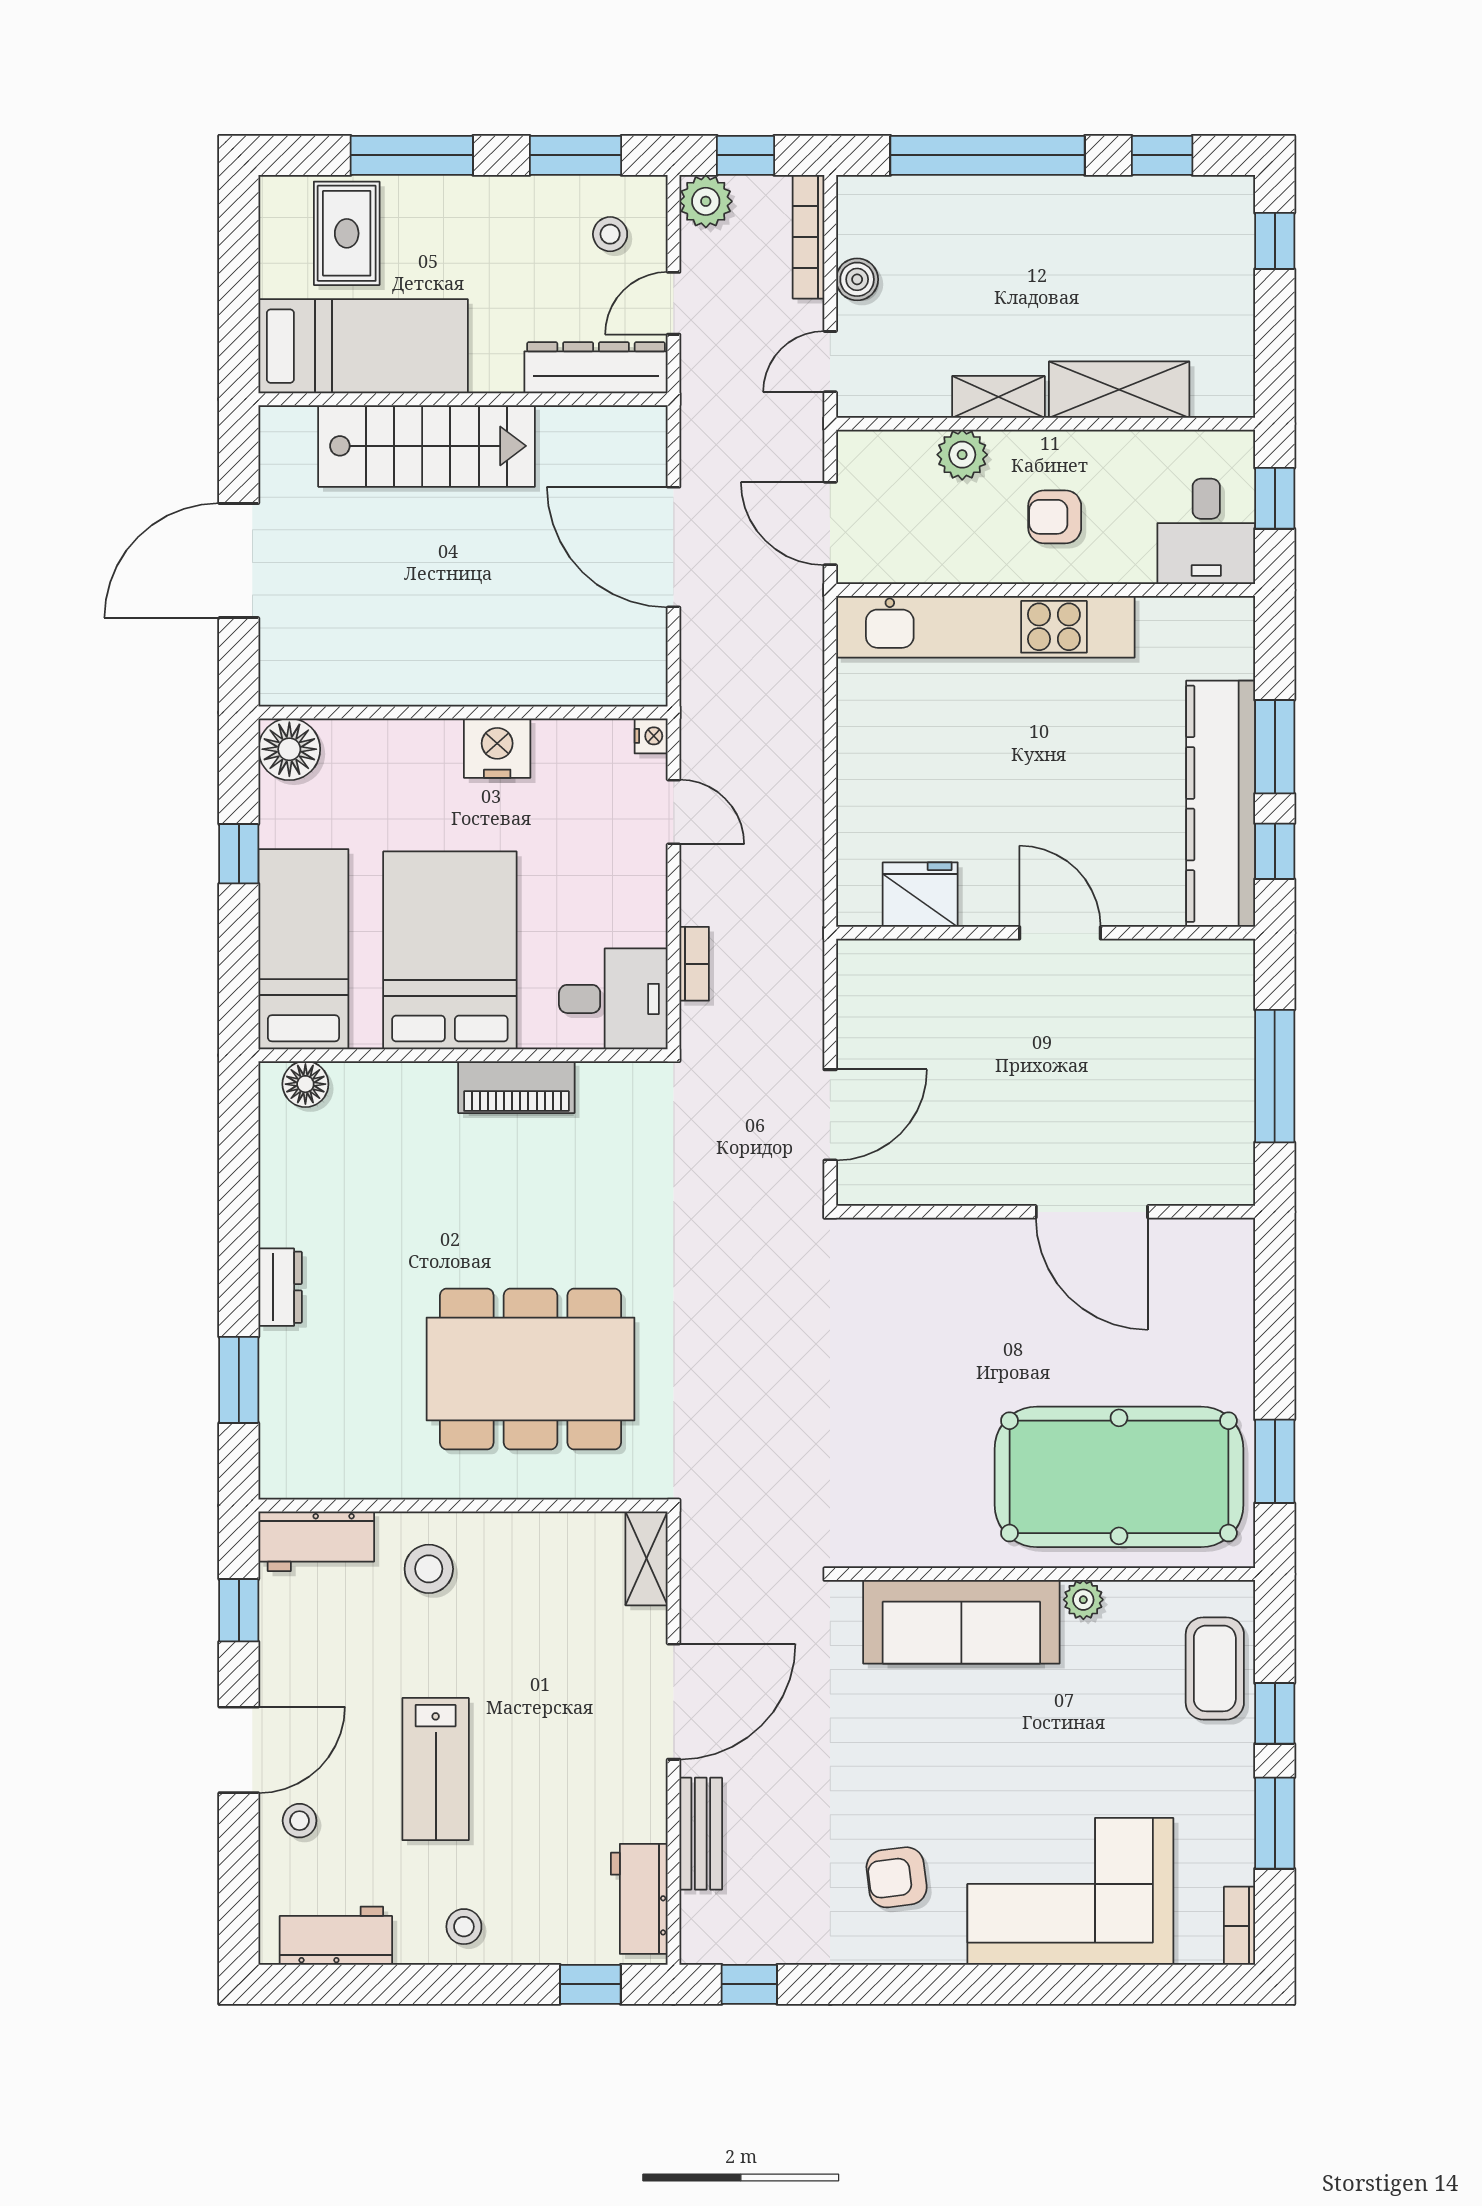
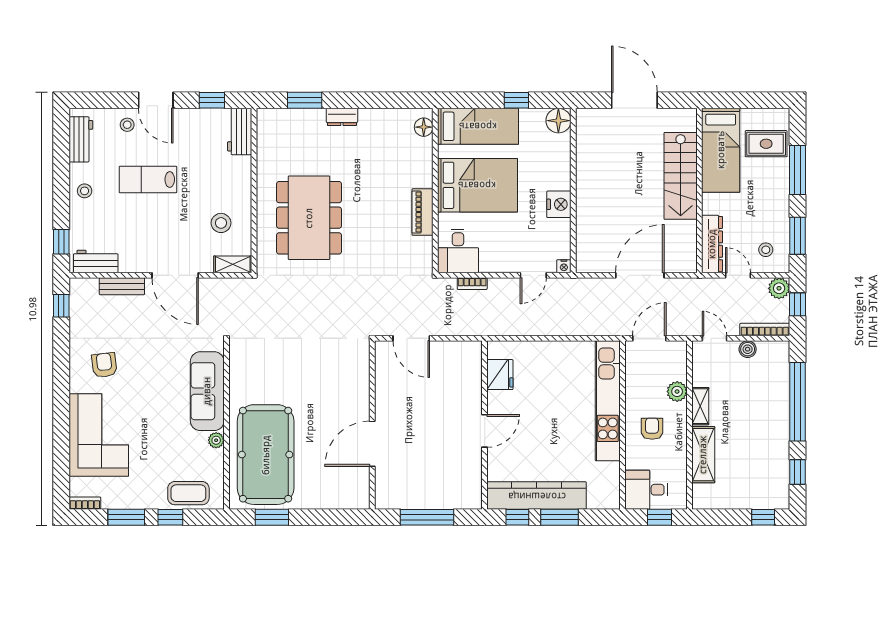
stool: (429, 1569) -> (221, 223), moved

